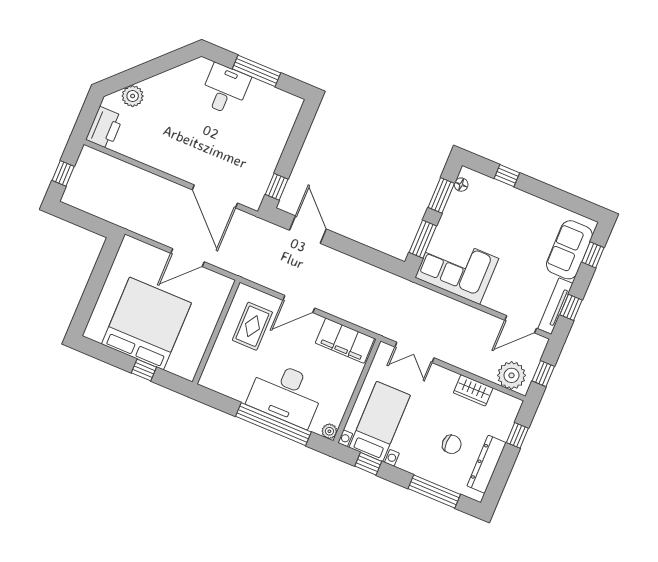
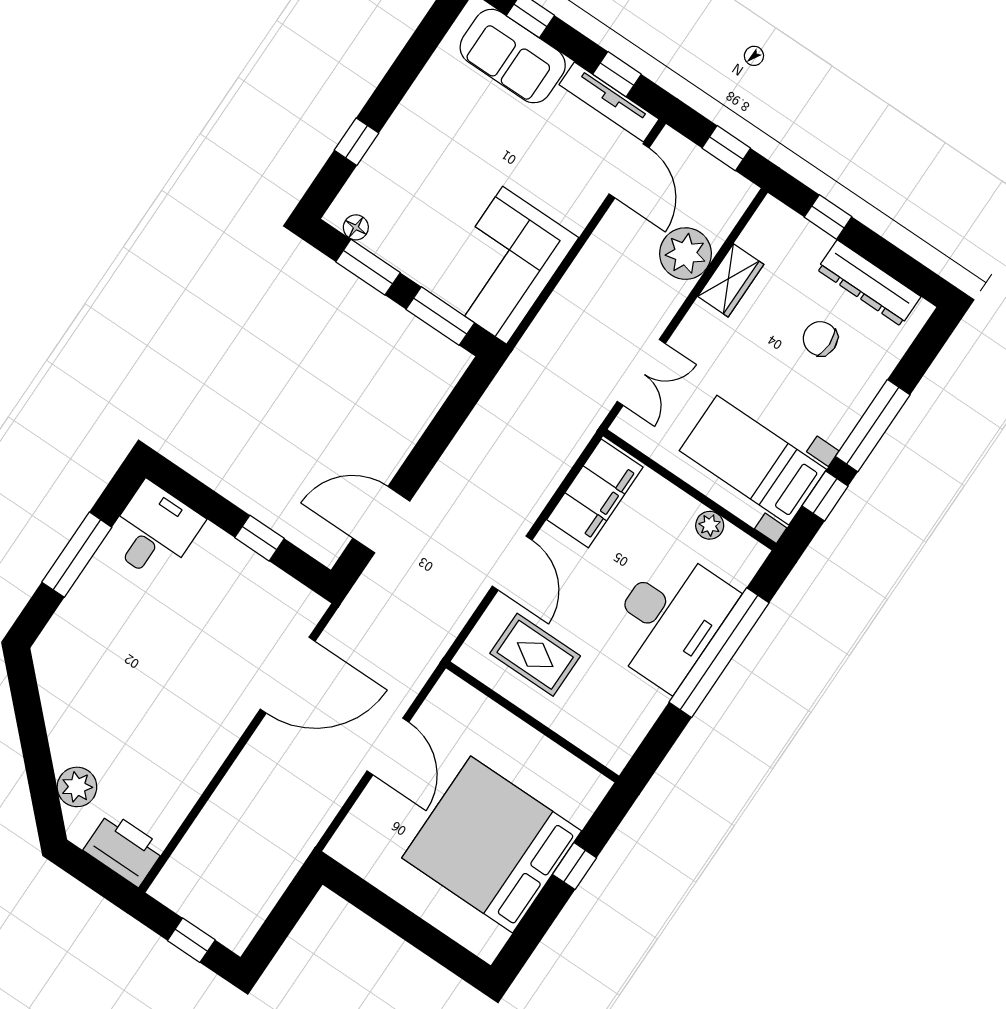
desk: (225, 89) -> (154, 532), moved, turned 90
window: (277, 187) -> (259, 538), moved
plant: (511, 375) -> (686, 254), moved
plant: (329, 431) -> (710, 525), moved
chair: (452, 444) -> (820, 339), turned -90
window: (434, 491) -> (873, 426), moved

